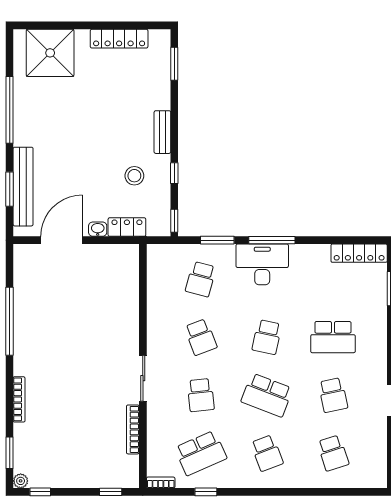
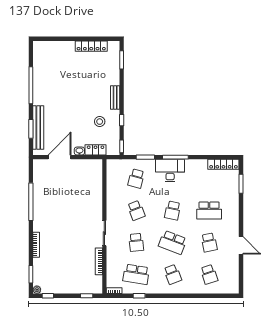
shower: (50, 53) -> (53, 54), removed
school desk: (201, 453) -> (136, 274), turned 33

